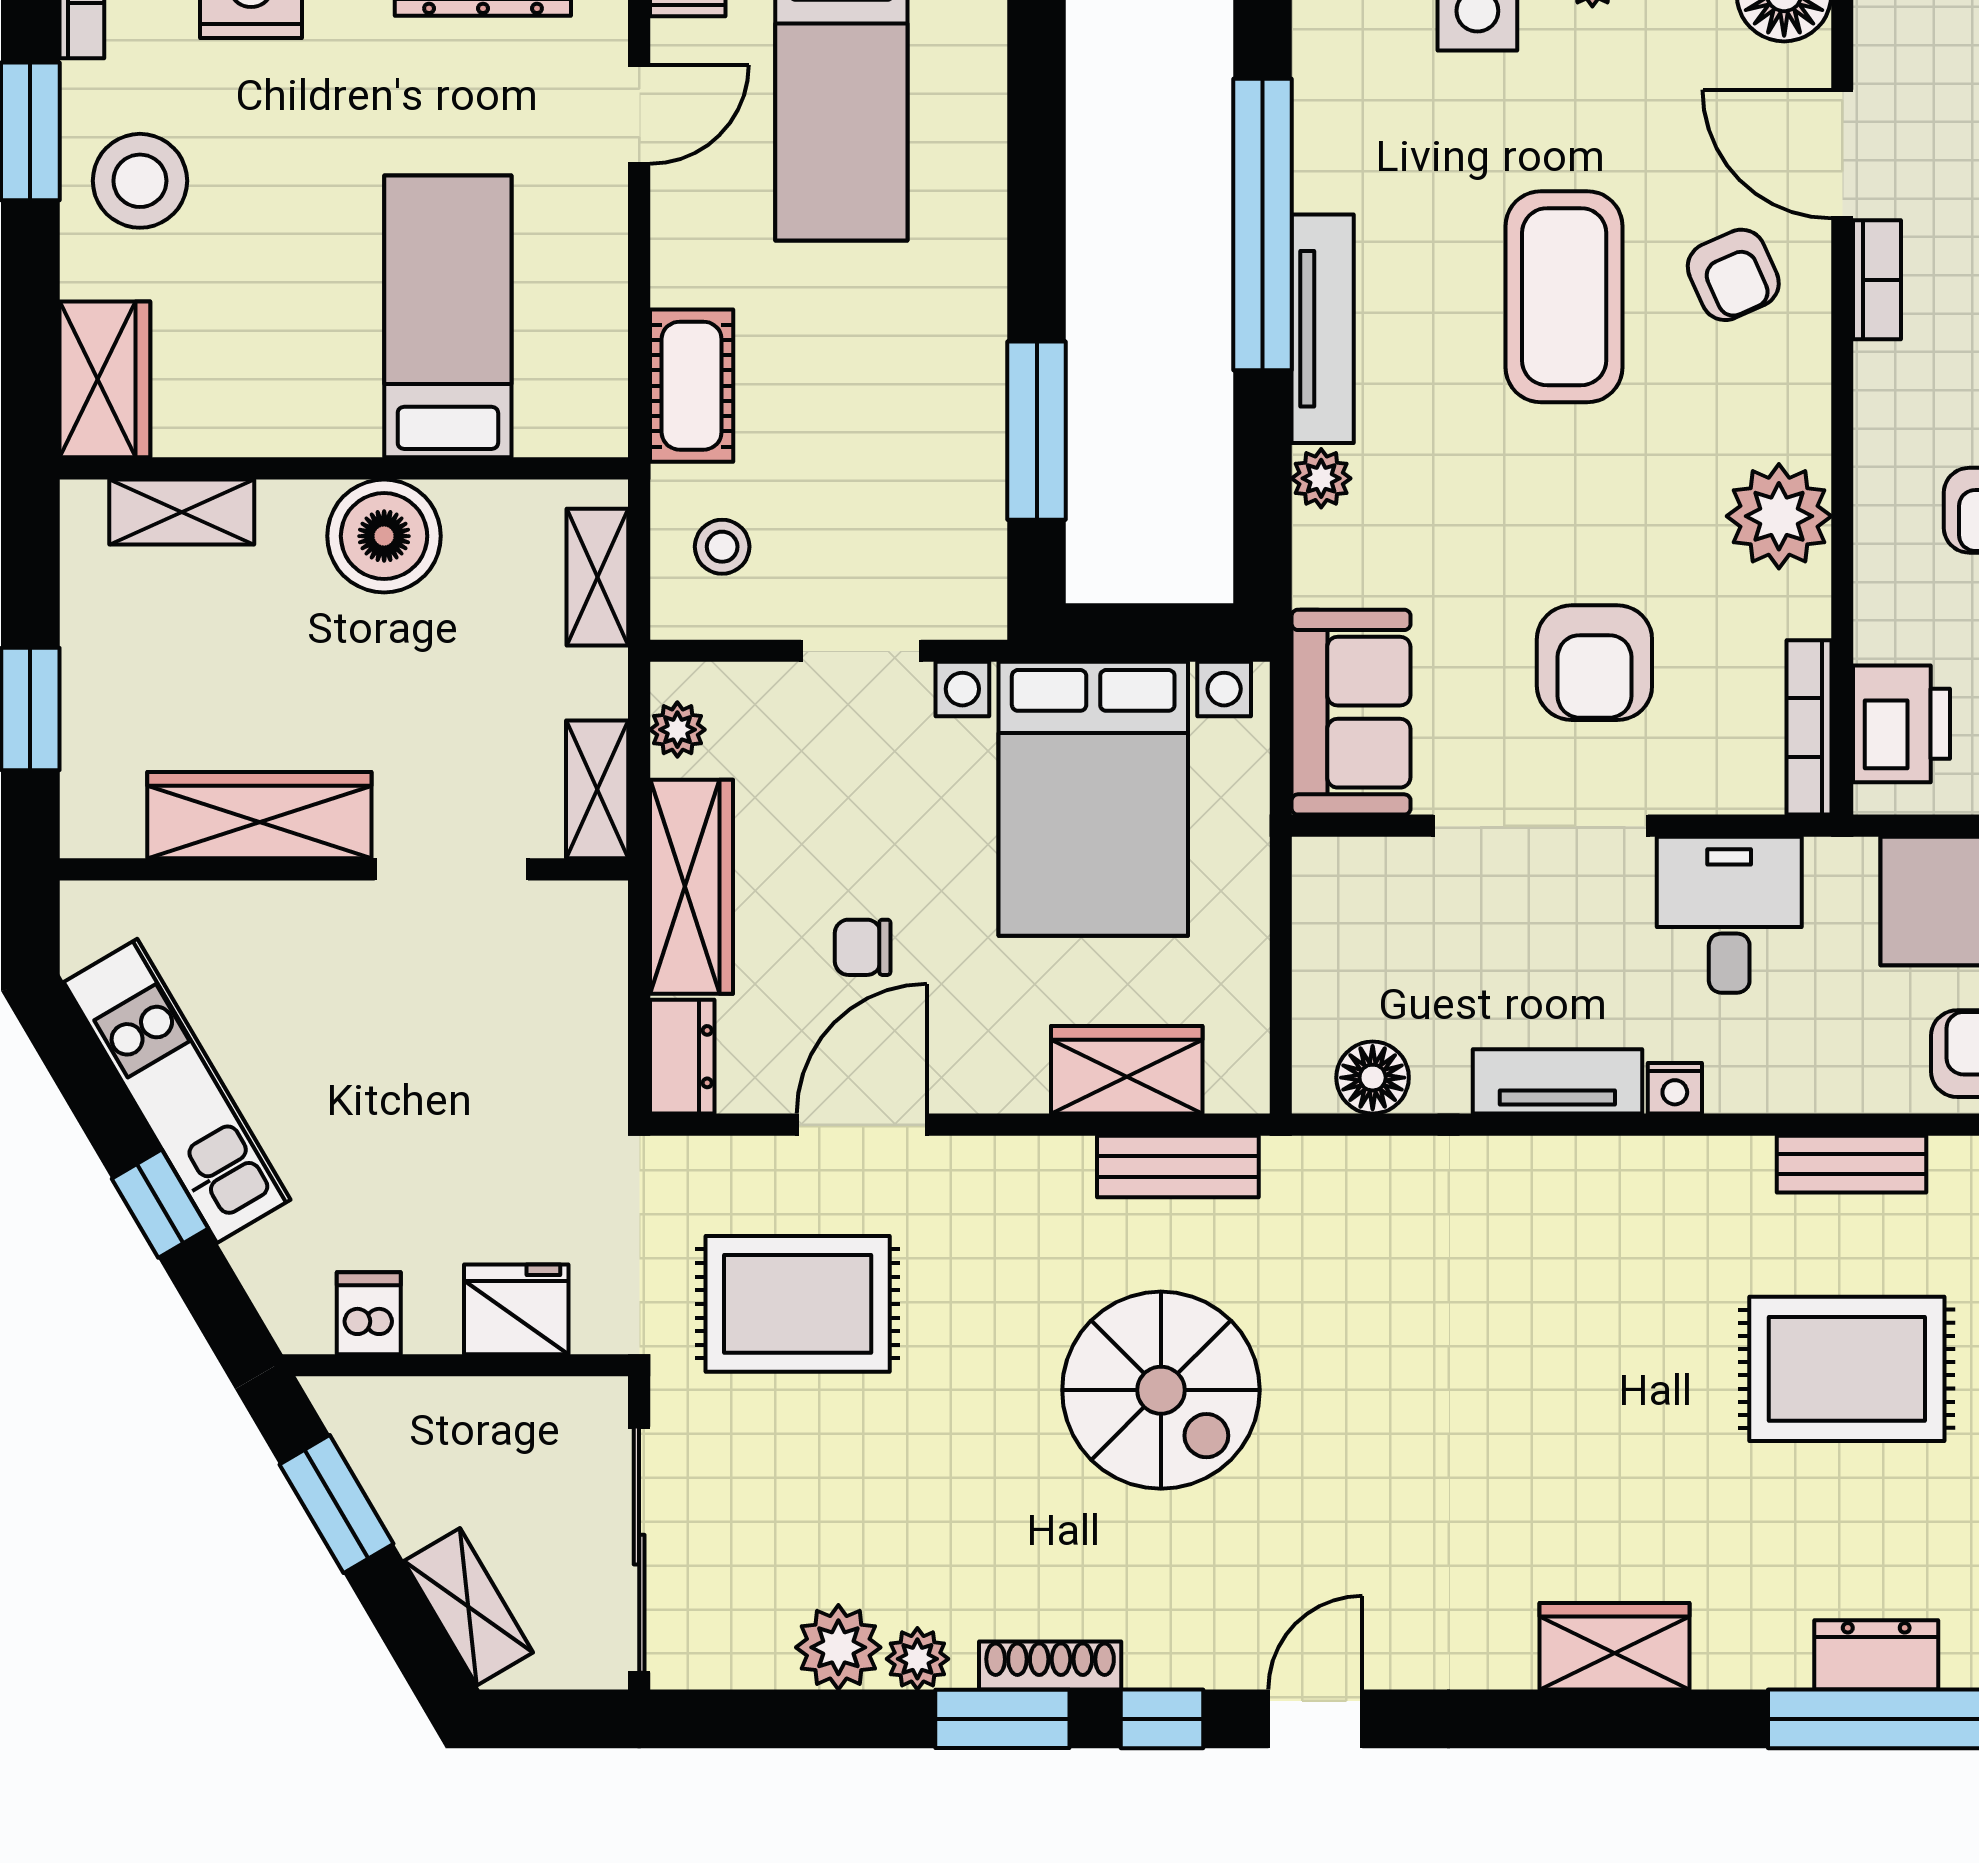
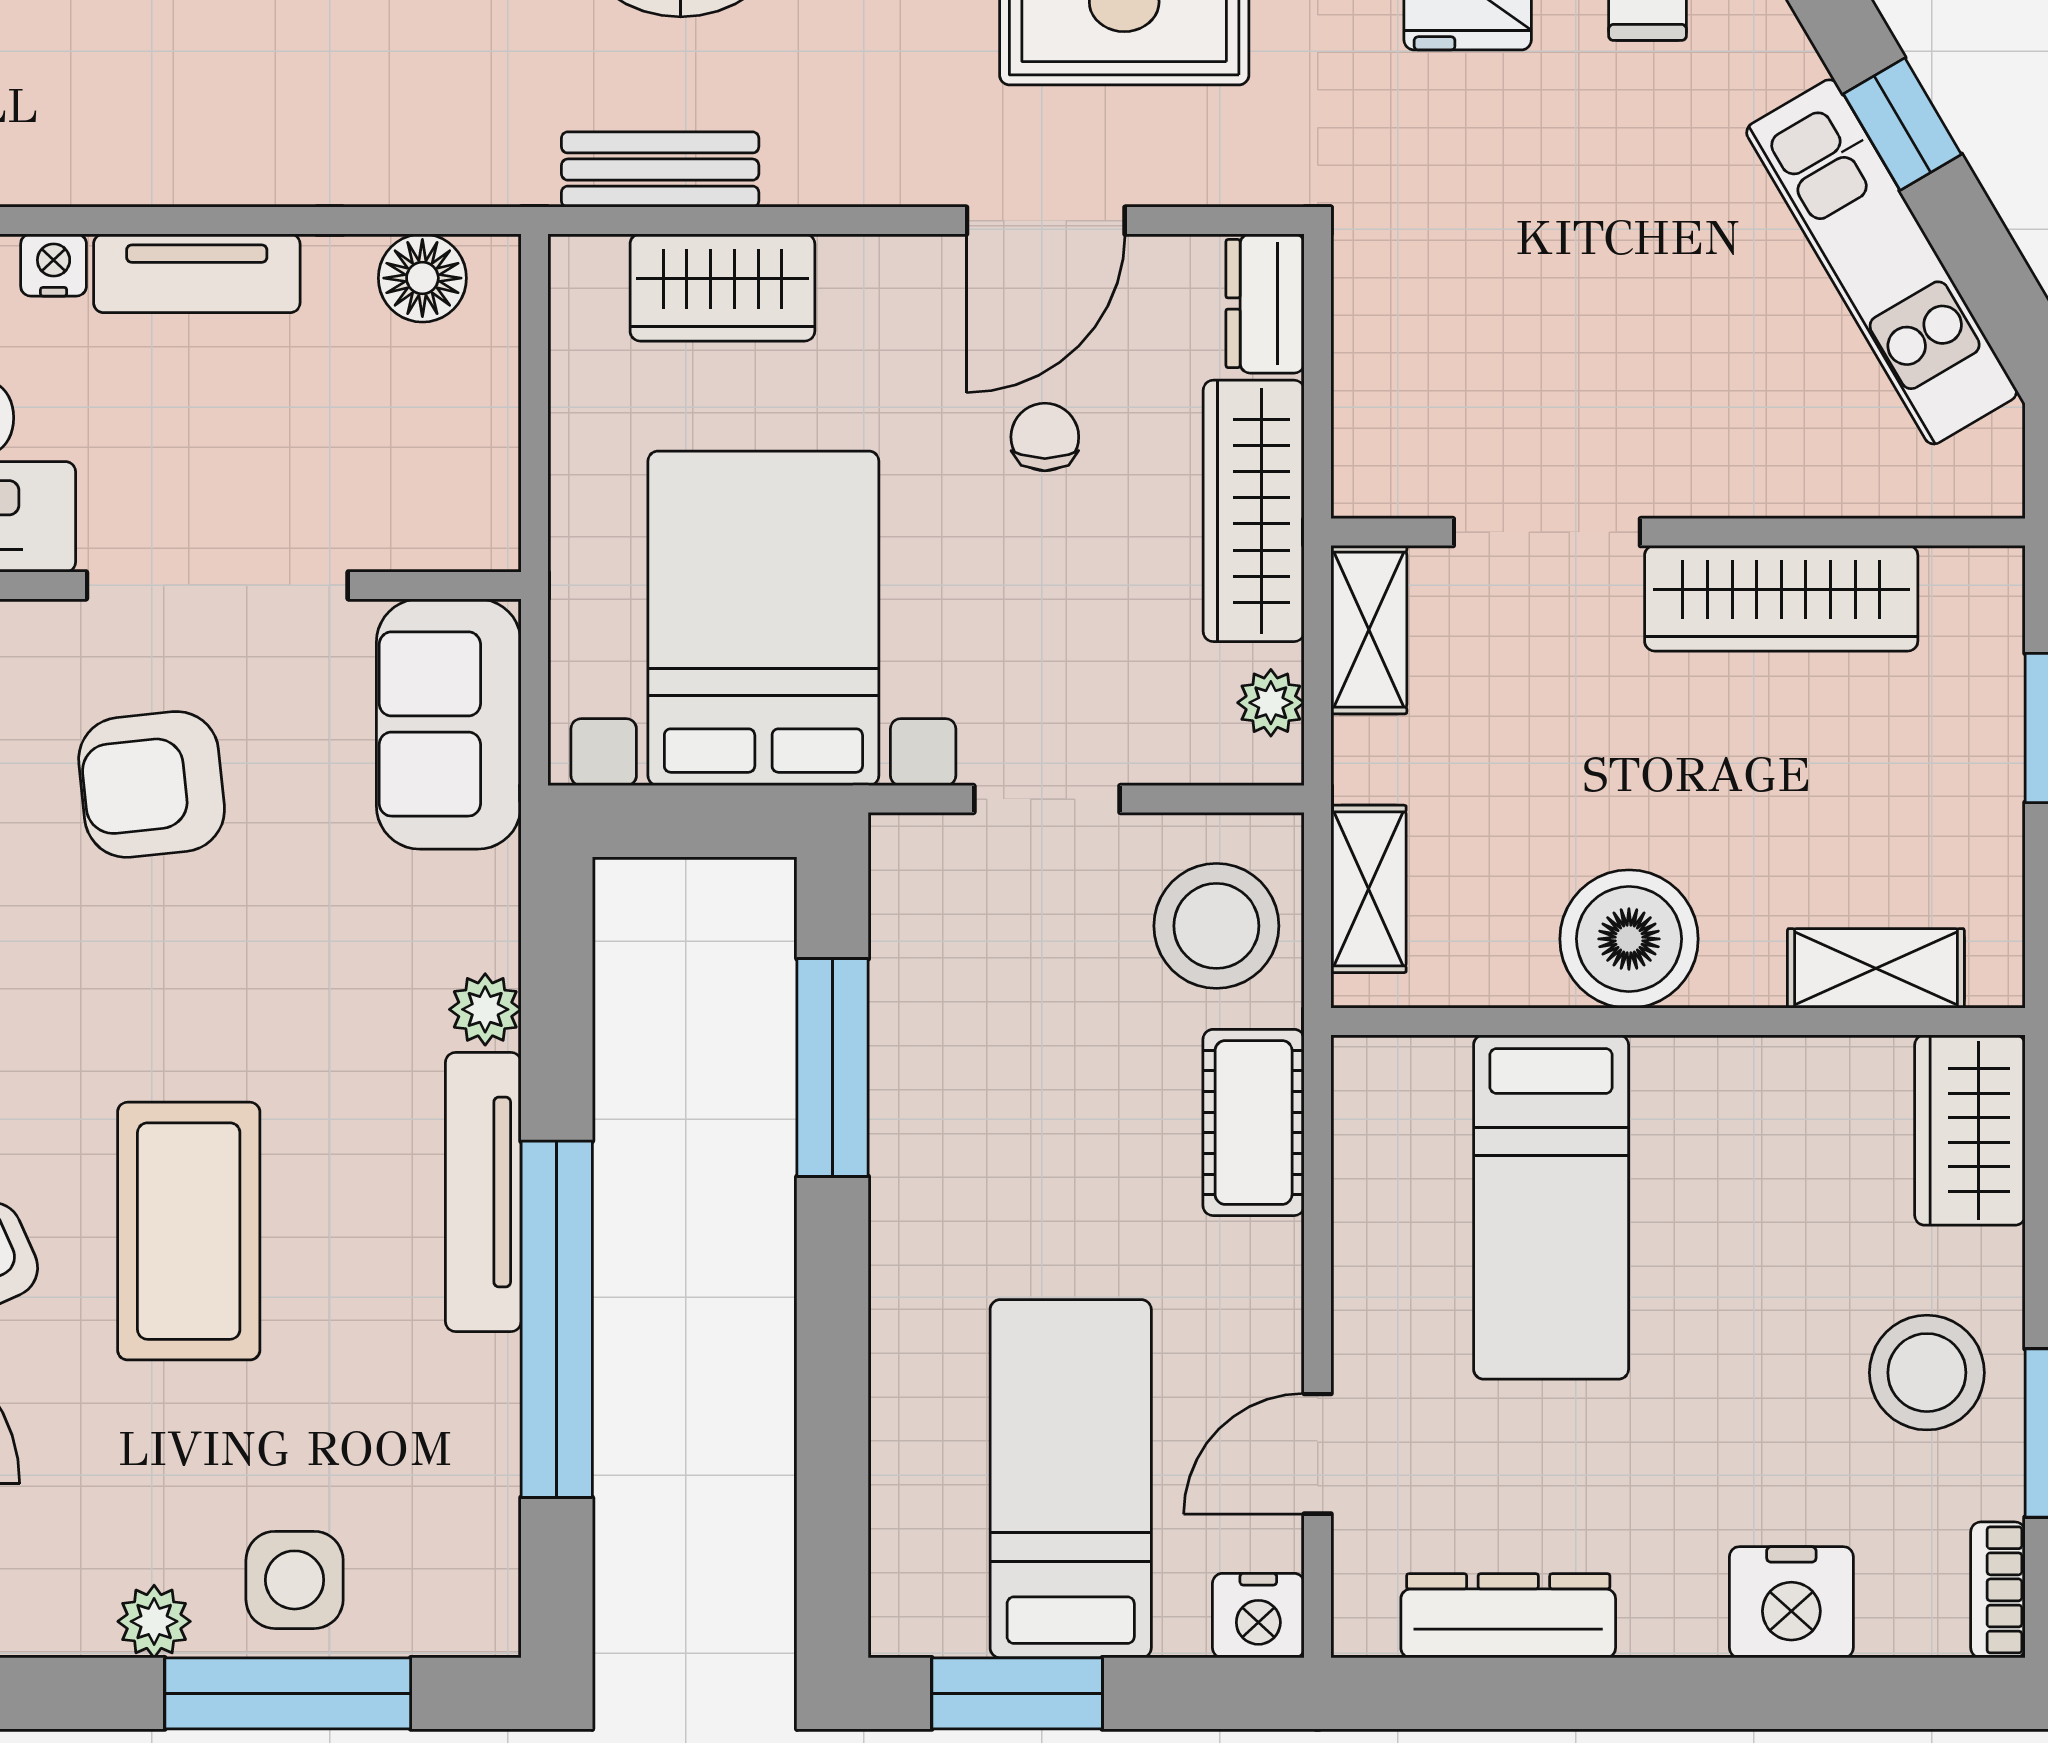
stool: (722, 547) -> (1216, 926), width x1.89, depth x1.89
armchair: (1594, 663) -> (152, 784), turned -96
chair: (863, 947) -> (1045, 437), turned -90

